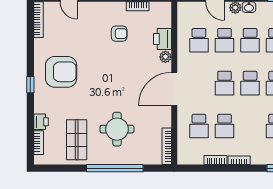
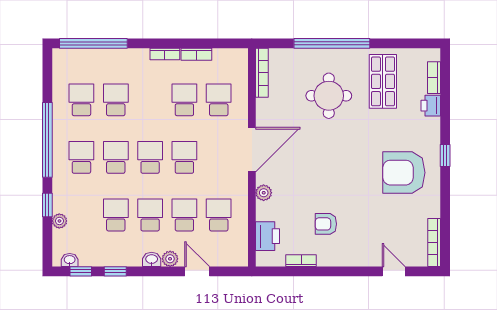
printer: (163, 39) -> (268, 236), moved

